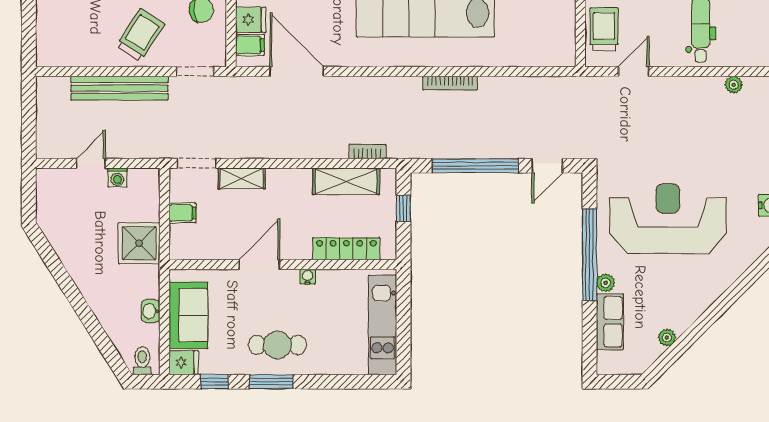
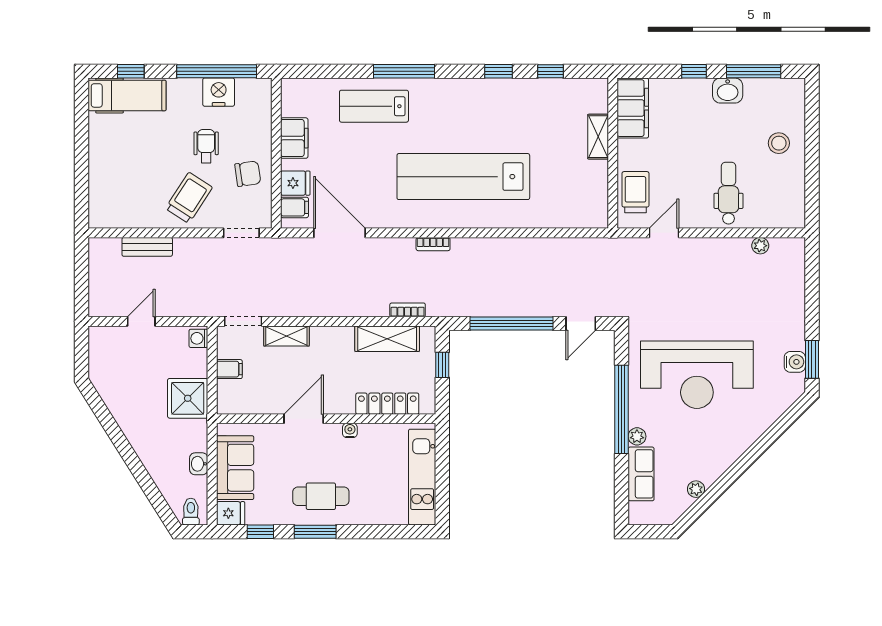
bookcase: (450, 83) -> (433, 244), moved, width x0.64
bench: (120, 88) -> (147, 247), width x0.54, depth x0.82
washing machine: (117, 178) -> (198, 338), moved, turned 90
reception desk: (668, 219) -> (697, 375), turned 180

